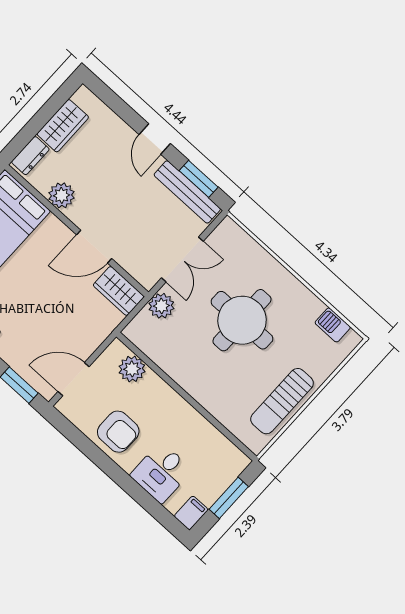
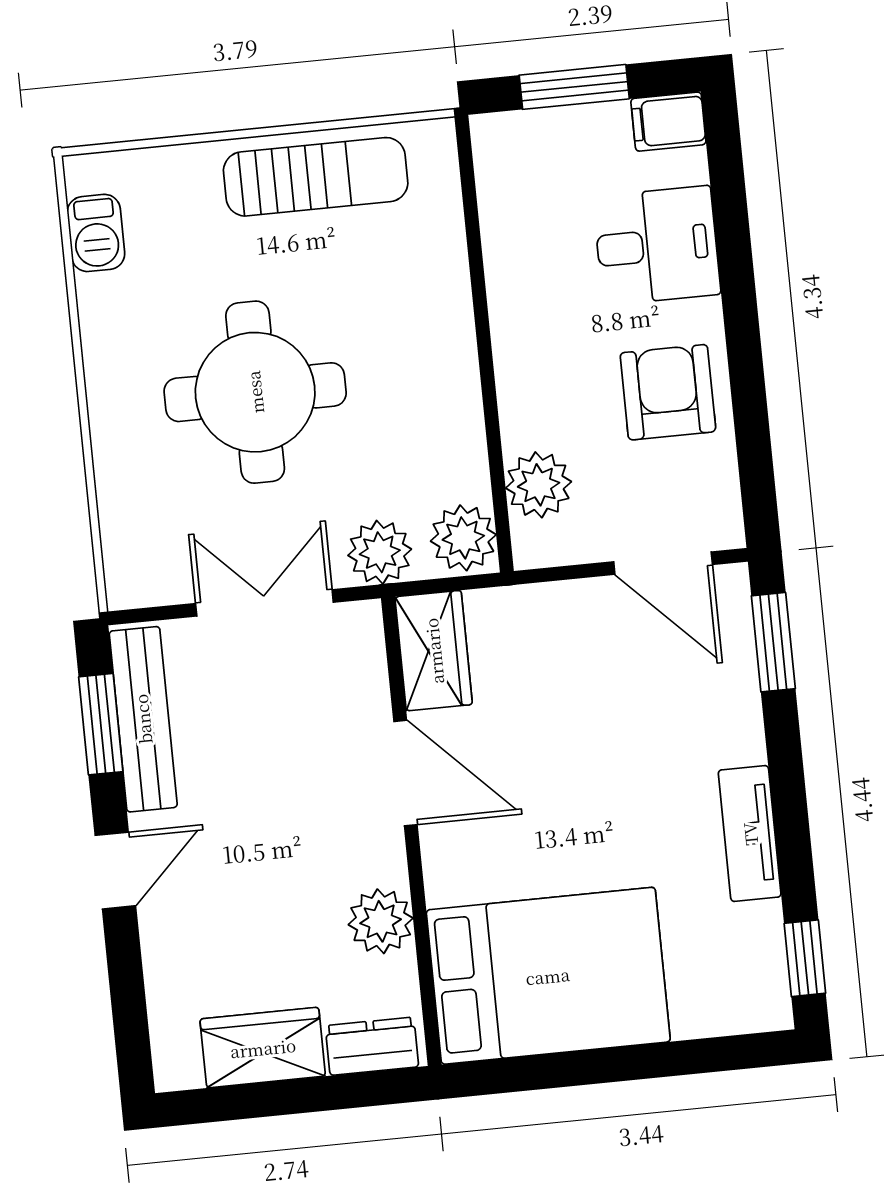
plant: (140, 333) -> (463, 538), added

